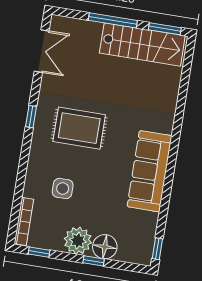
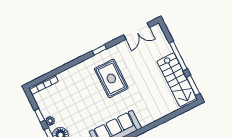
side table: (63, 188) -> (75, 92), removed
plant: (78, 241) -> (50, 121), width x0.53, depth x0.53
window: (39, 252) -> (40, 115), moved

